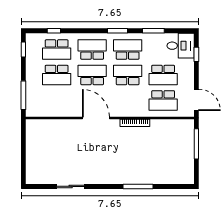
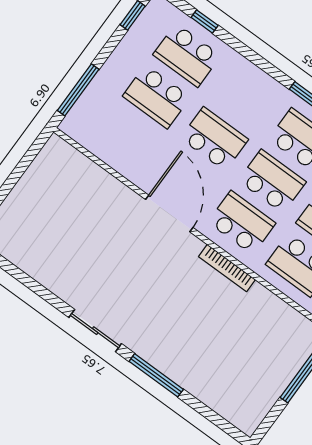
school desk: (92, 50) -> (242, 223), moved
sliding door: (71, 186) -> (95, 331), moved

